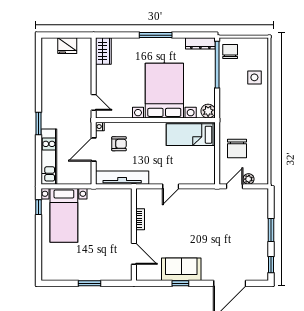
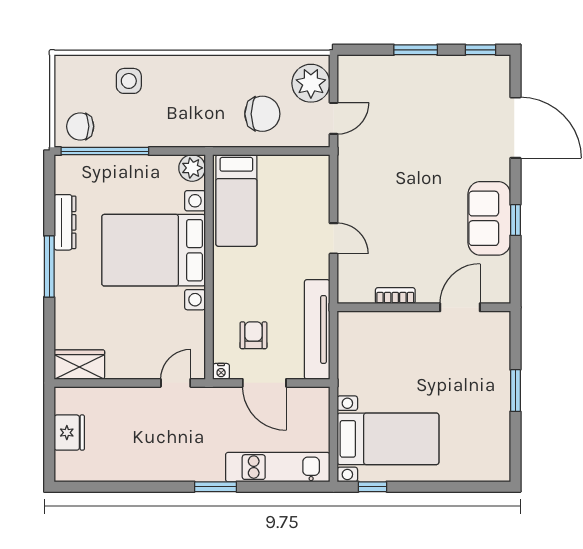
dresser: (200, 43) -> (65, 222), moved
plant: (248, 179) -> (311, 83), width x1.87, depth x1.87
door: (235, 186) -> (334, 118), swing flipped

